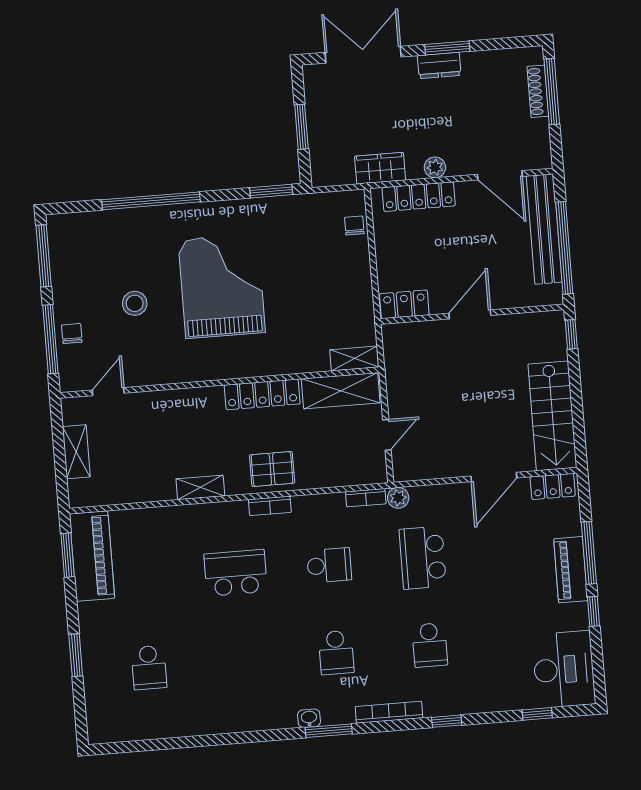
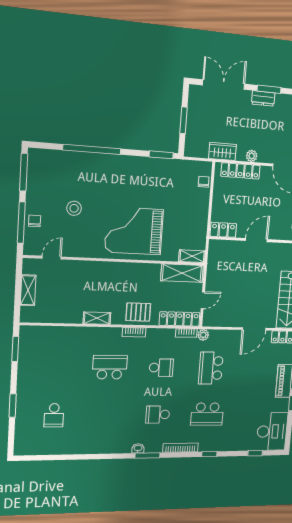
grand piano: (222, 286) -> (134, 231), moved, turned -90
locker: (262, 394) -> (180, 319), moved, turned 180
piano: (92, 556) -> (30, 351), removed
school desk: (430, 645) -> (207, 414), width x1.85
school desk: (336, 652) -> (158, 414), turned 90

